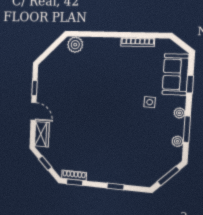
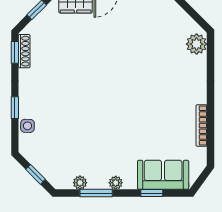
side table: (150, 102) -> (27, 126), moved
window: (168, 176) -> (35, 174), width x0.67

